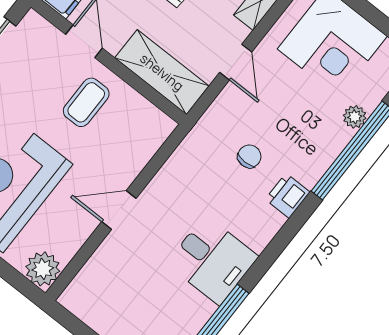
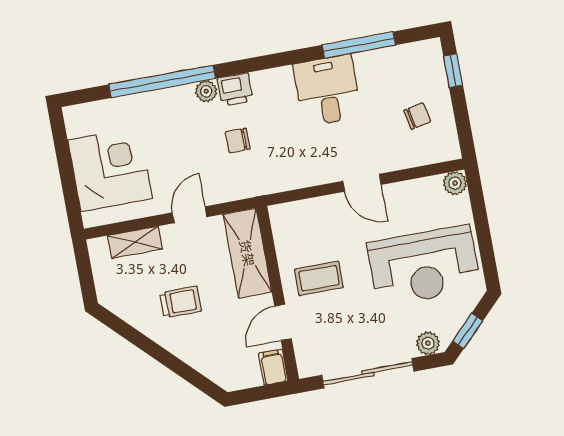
plant: (355, 117) -> (206, 91), moved
plant: (43, 269) -> (455, 183), width x0.73, depth x0.73
chair: (122, 303) -> (417, 116), added

